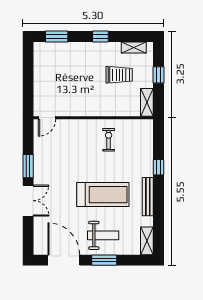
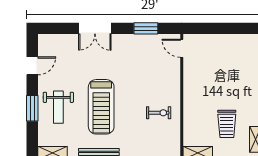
window: (28, 166) -> (146, 28), moved
door: (64, 260) -> (32, 66), width x0.53

